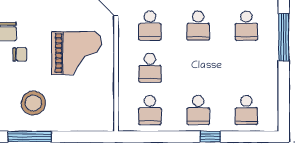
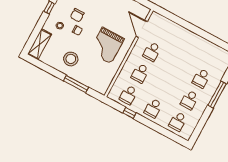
school desk: (198, 26) -> (190, 100), moved
grand piano: (77, 53) -> (107, 45), turned 90
window: (30, 137) -> (76, 84), moved
window: (210, 137) -> (129, 113), moved

